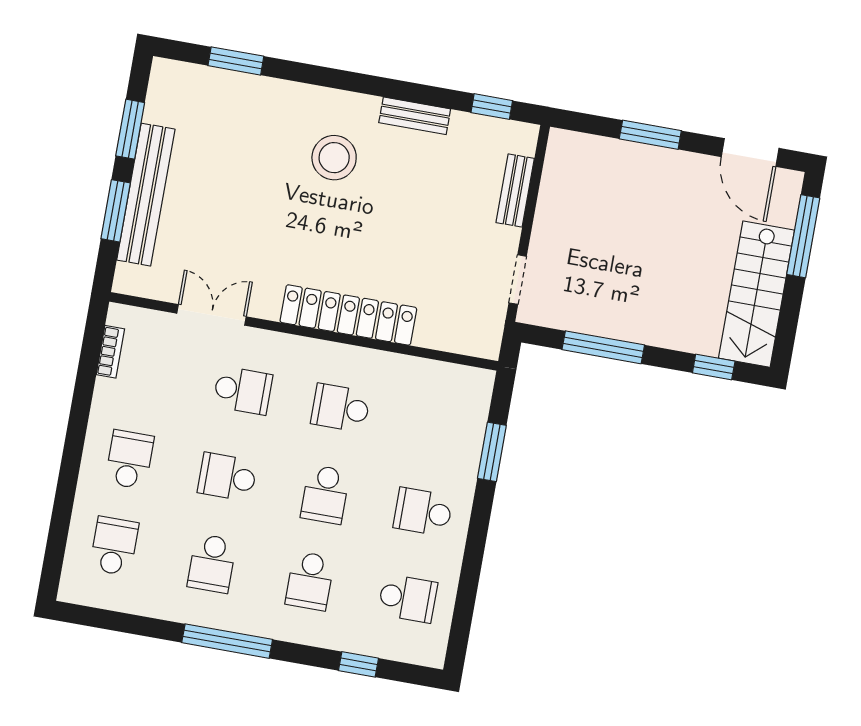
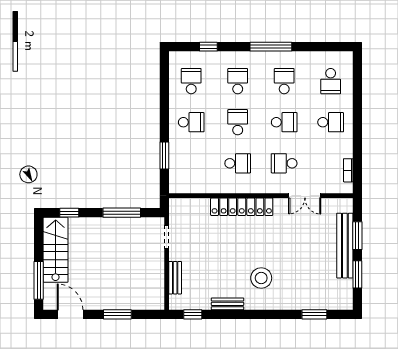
school desk: (129, 460) -> (331, 122), turned -90
school desk: (408, 598) -> (191, 81), turned 90

